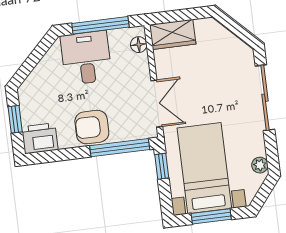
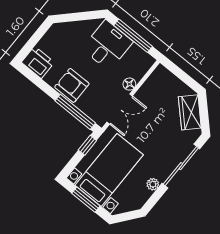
wardrobe: (173, 34) -> (190, 112), moved, turned 45
floor lamp: (139, 45) -> (129, 84), moved
window: (15, 119) -> (35, 38), removed
plant: (260, 165) -> (153, 184), moved

